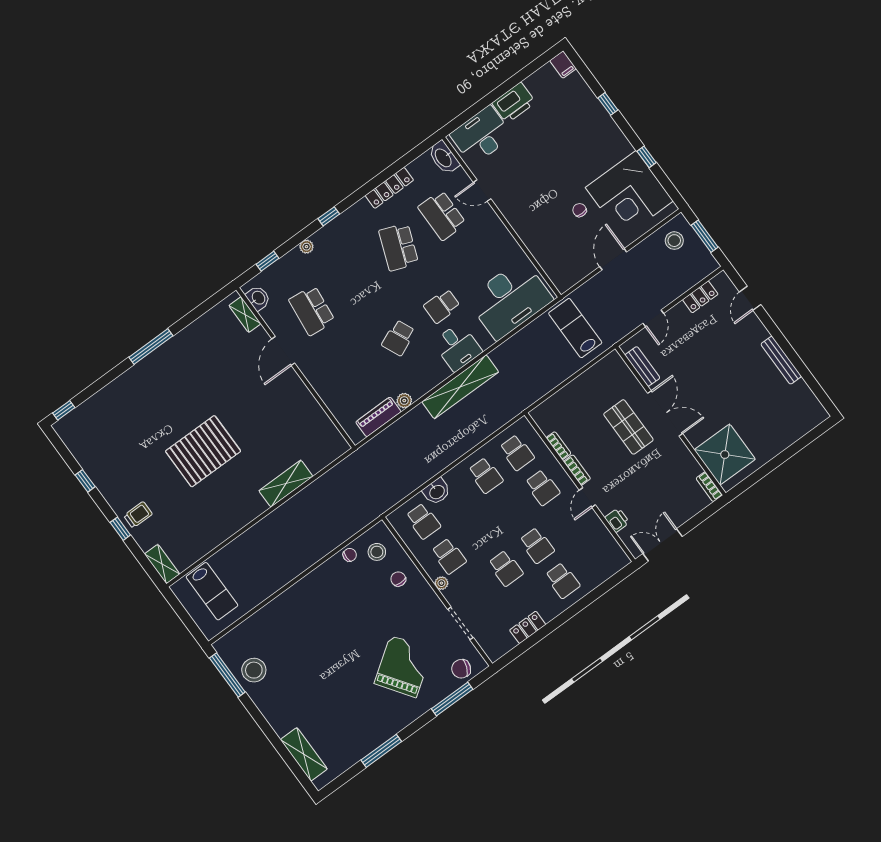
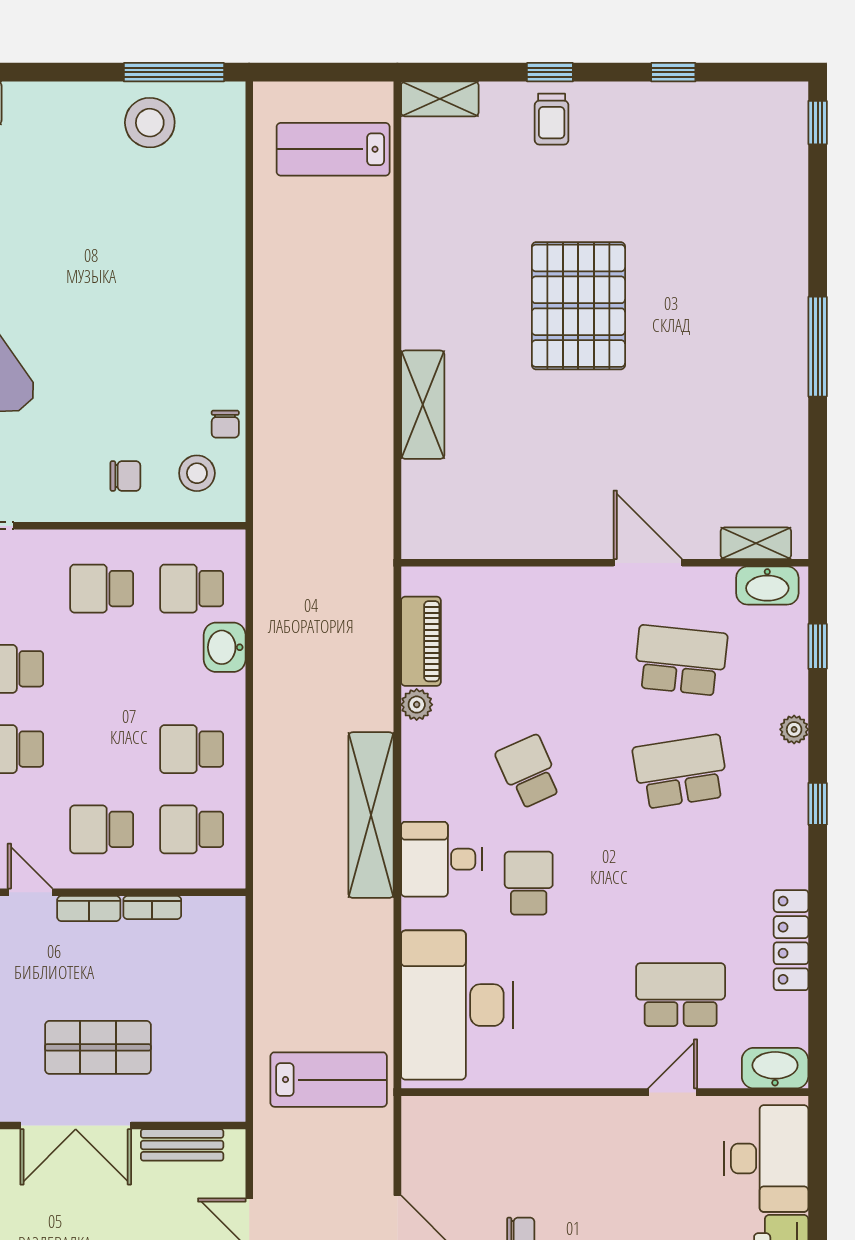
school desk: (399, 247) -> (681, 772), moved, turned -30
washbasin: (258, 298) -> (767, 585), width x1.38
plant: (441, 583) -> (66, 543), removed

